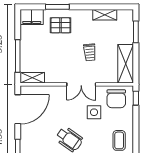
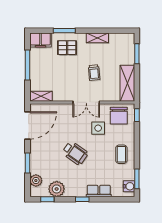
shelving: (105, 15) -> (97, 38), moved
window: (18, 56) -> (27, 65), moved

